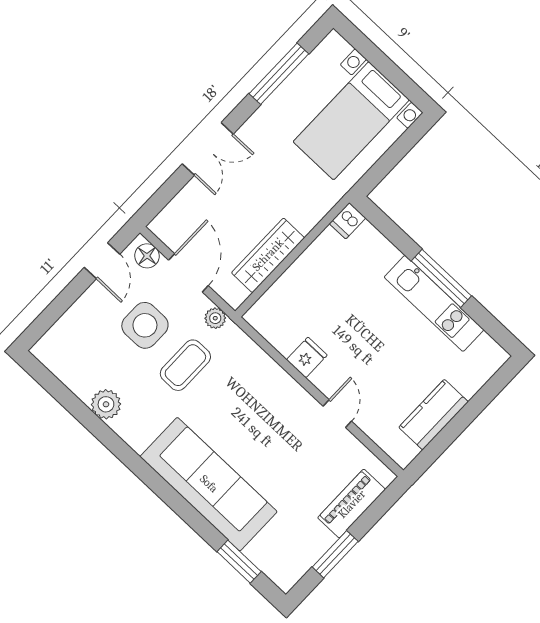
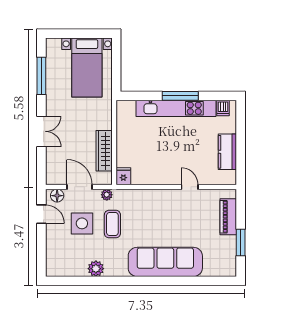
dishwasher: (348, 221) -> (223, 108), moved
kitchen unit: (434, 303) -> (176, 108), width x1.36
fridge: (307, 357) -> (123, 176), moved
window: (239, 562) -> (206, 281), removed

